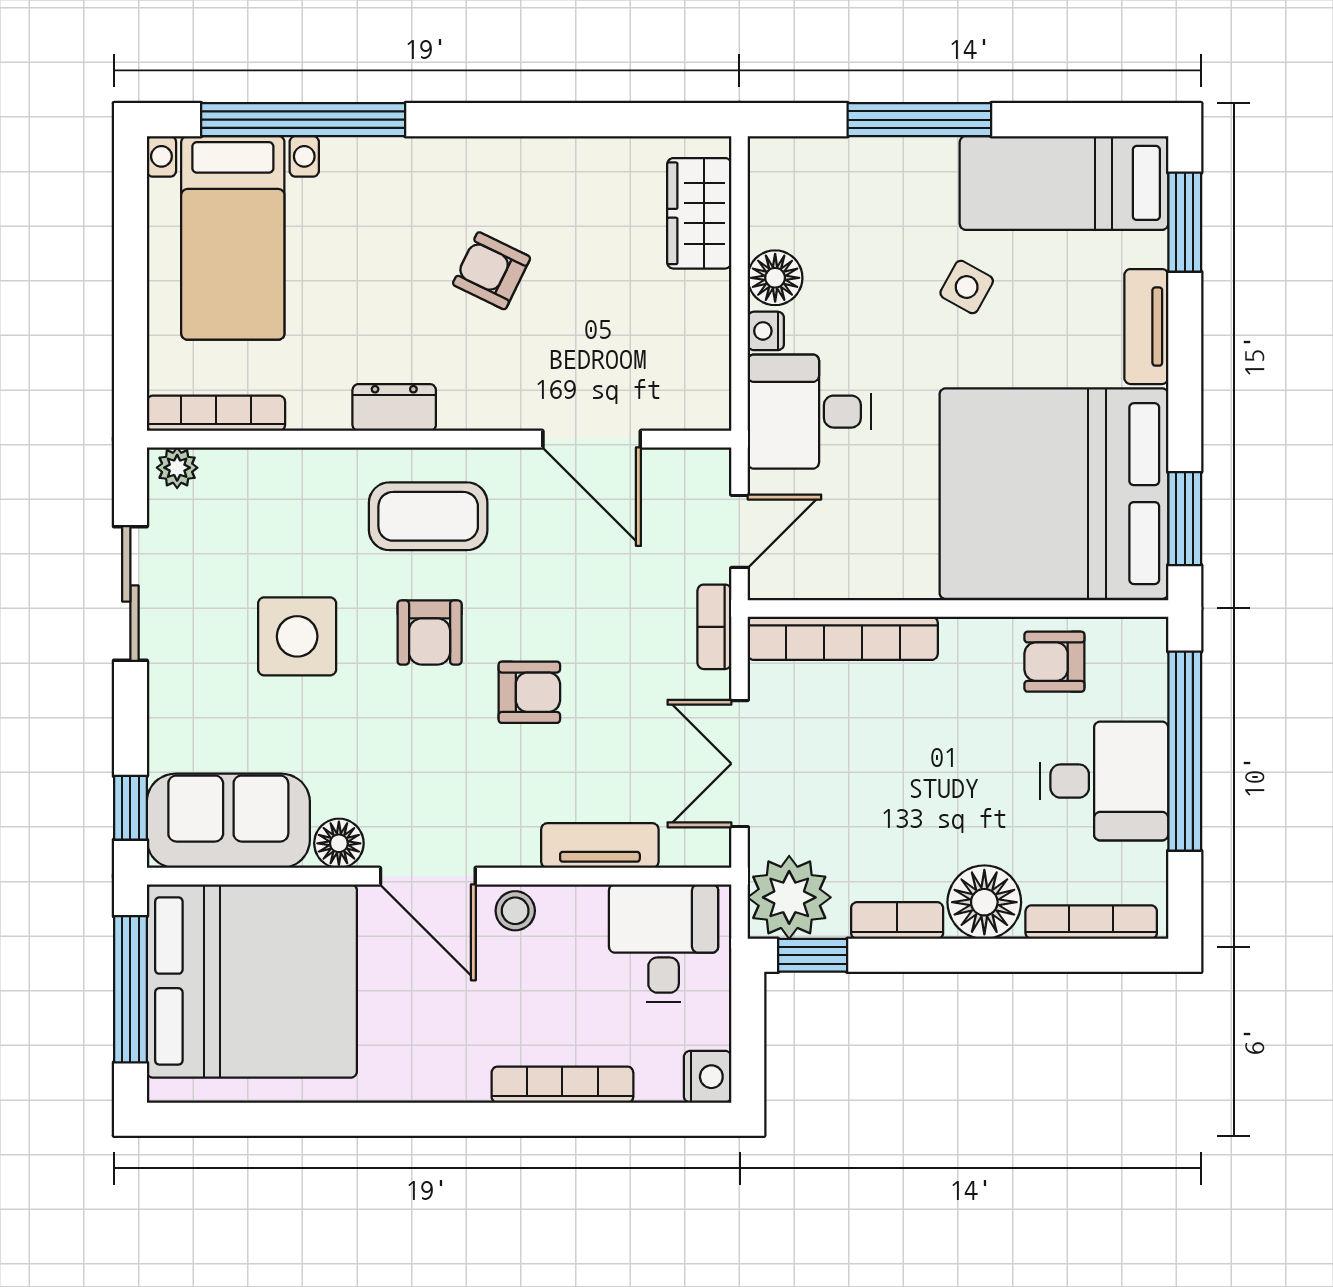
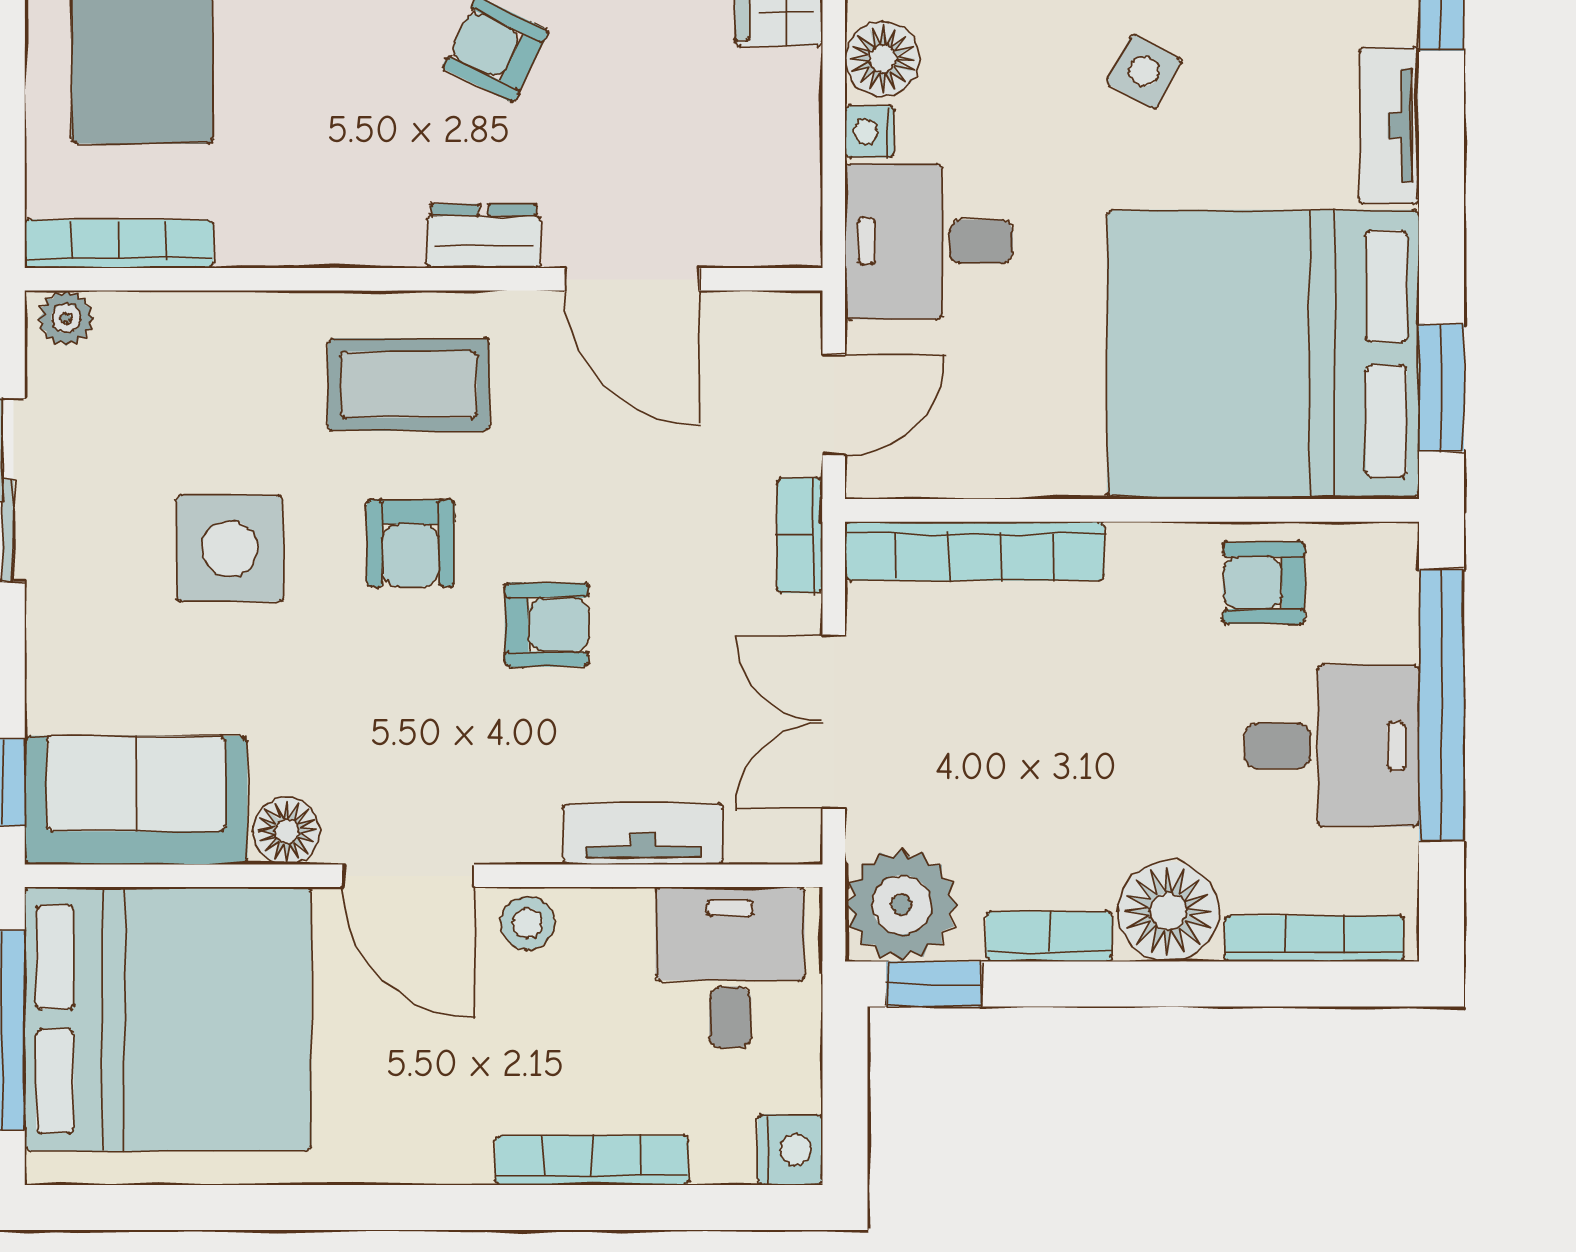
dresser: (394, 408) -> (484, 236), moved

